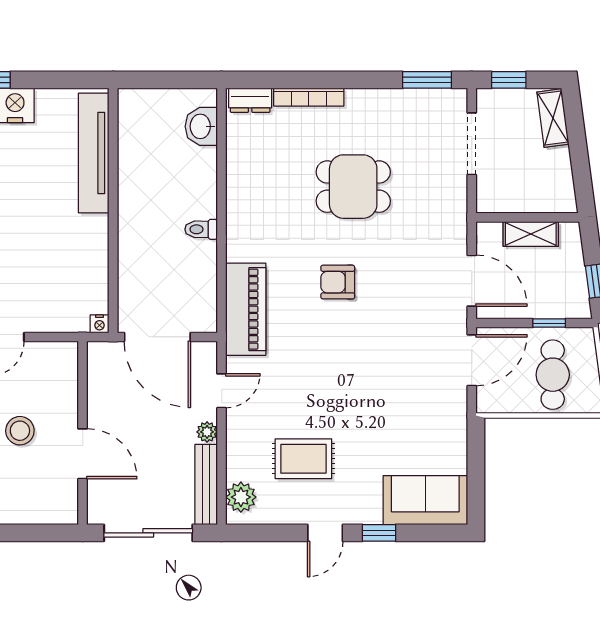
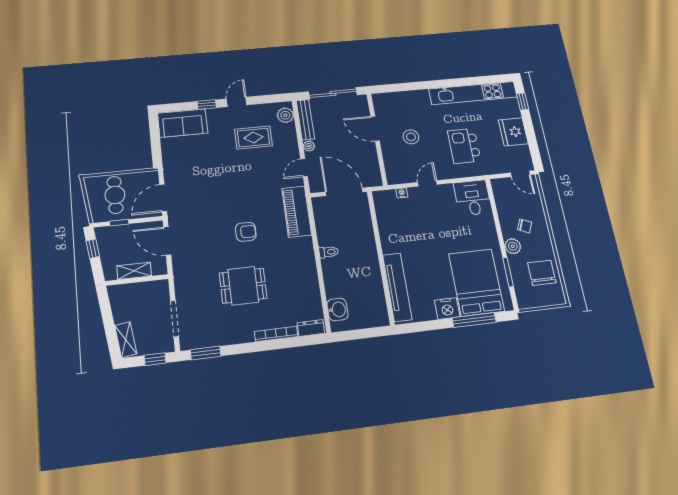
nightstand: (100, 324) -> (402, 193), moved

